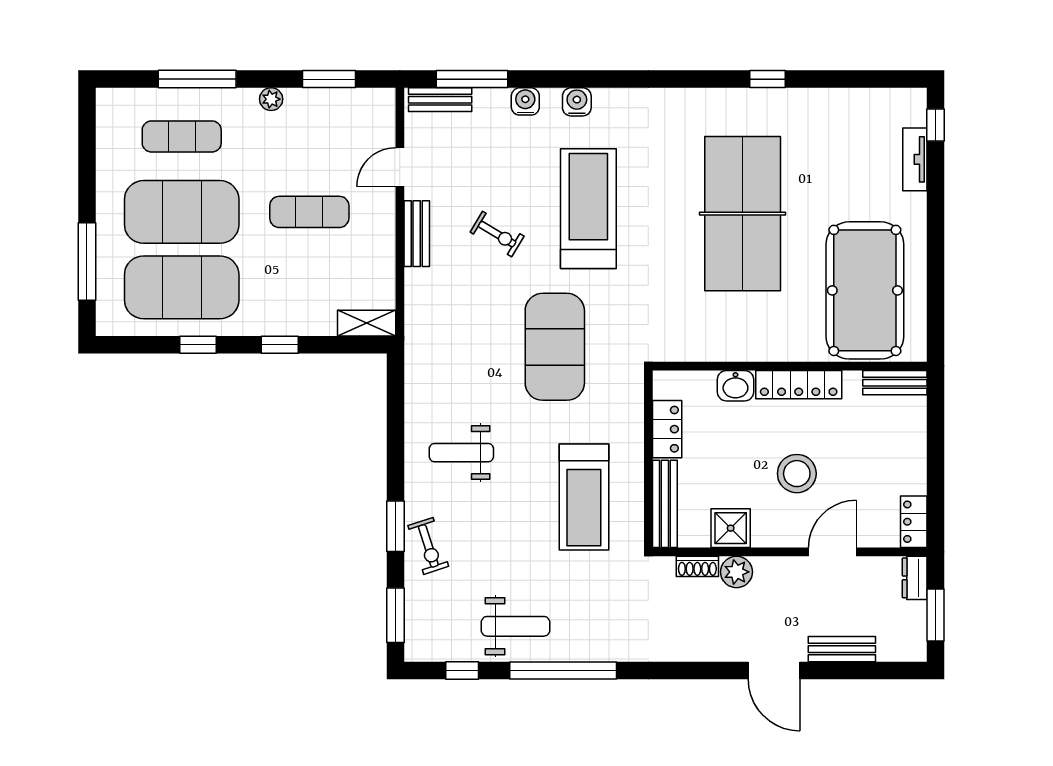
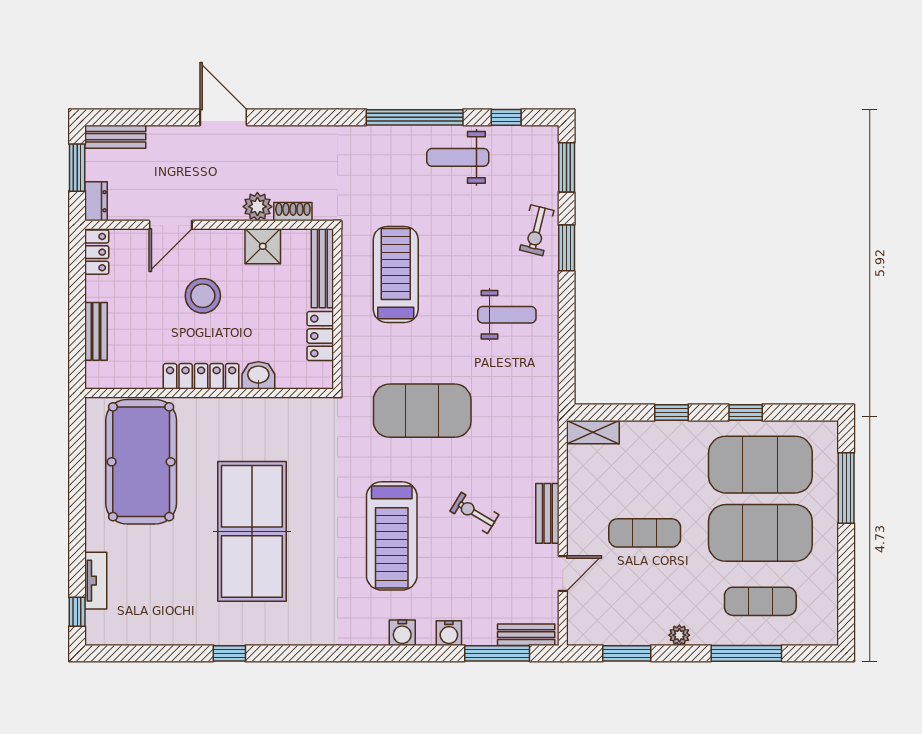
exercise mat: (555, 347) -> (422, 411), turned 90
bench: (895, 383) -> (96, 331), moved, turned 90
exercise bike: (428, 546) -> (537, 230), turned -148
bench: (842, 649) -> (115, 137), moved

